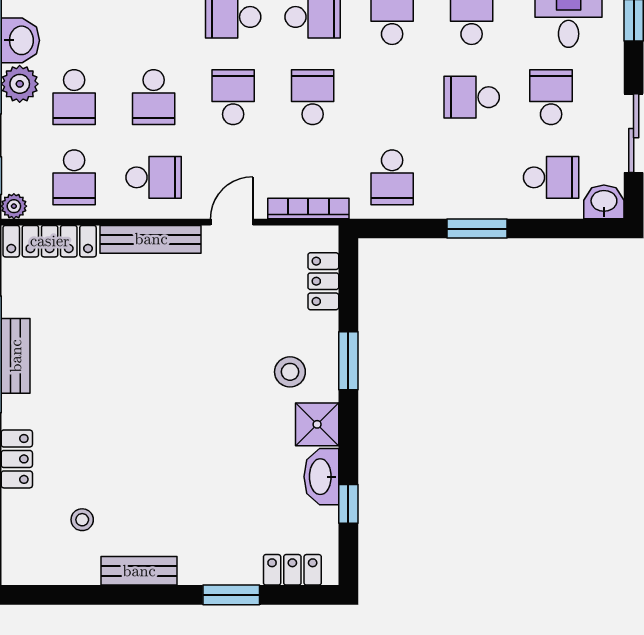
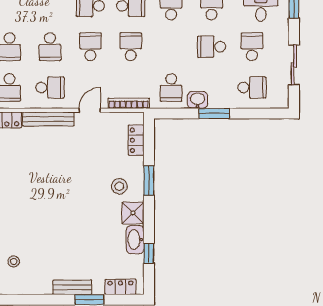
washbasin: (604, 202) -> (197, 100), moved
bench: (139, 571) -> (72, 287), moved

